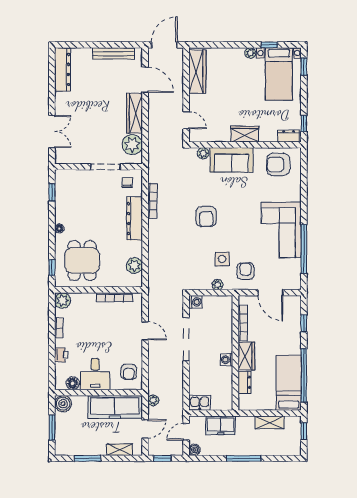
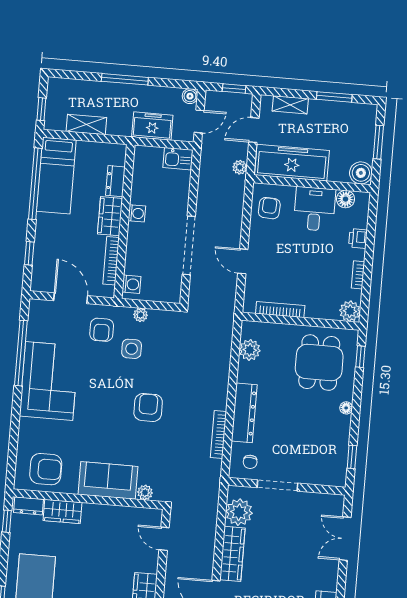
wardrobe: (245, 134) -> (63, 511), moved
washing machine: (195, 302) -> (131, 284), moved, turned 180

